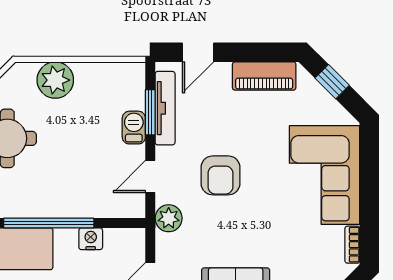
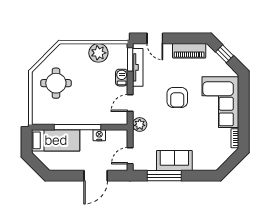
door: (198, 52) -> (155, 38), hinge flipped
plant: (55, 80) -> (98, 53), moved
window: (150, 112) -> (130, 59), moved
armchair: (220, 175) -> (177, 97), moved

